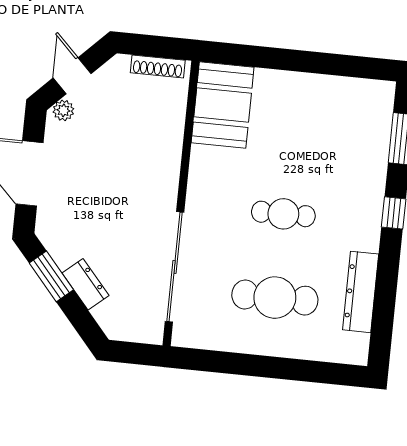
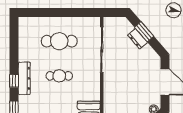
window: (51, 276) -> (144, 32), moved
dresser: (361, 292) -> (24, 78), moved

